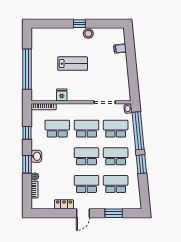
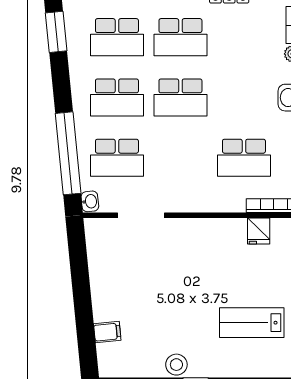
lab bench: (73, 64) -> (252, 323), moved
fridge: (62, 95) -> (259, 231), moved
school desk: (86, 129) -> (180, 158), removed
window: (141, 164) -> (56, 32), moved

